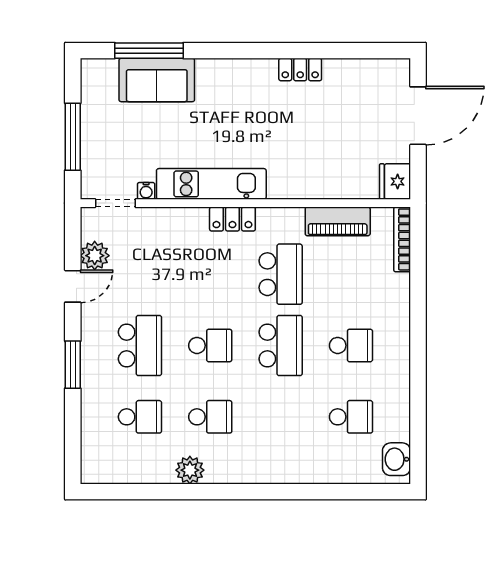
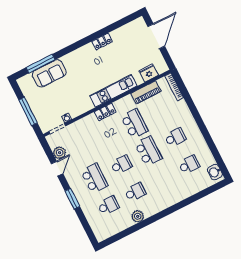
fridge: (395, 181) -> (149, 73), moved, turned 90
kitchen unit: (211, 184) -> (113, 91), moved

